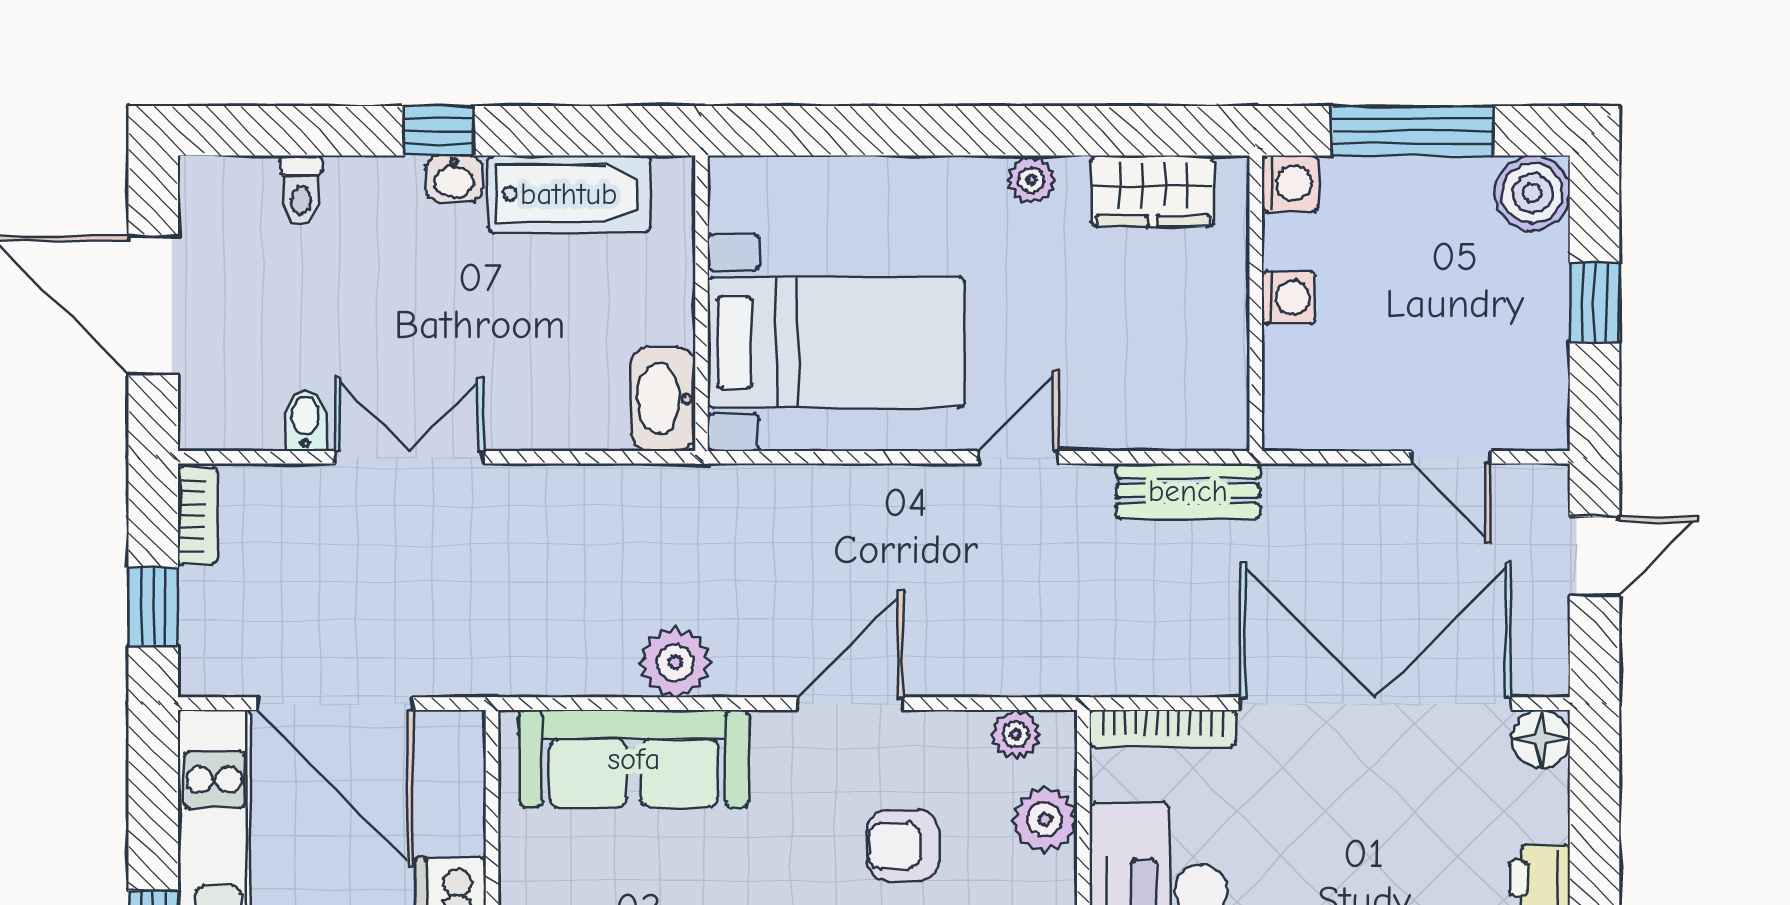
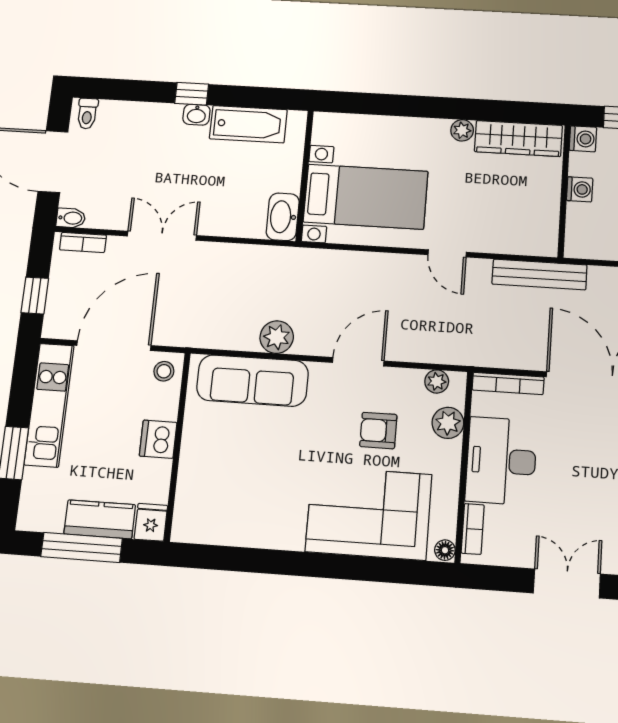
toilet: (301, 190) -> (87, 114), moved
wardrobe: (1153, 191) -> (518, 138), width x1.50
bidet: (305, 420) -> (71, 218), moved, turned 90
door: (1018, 457) -> (447, 253), swing flipped
bench: (1188, 491) -> (539, 275), width x1.36
bookcase: (197, 516) -> (83, 242), moved, turned 90
door: (335, 704) -> (114, 346), swing flipped
stool: (446, 751) -> (164, 371), added

